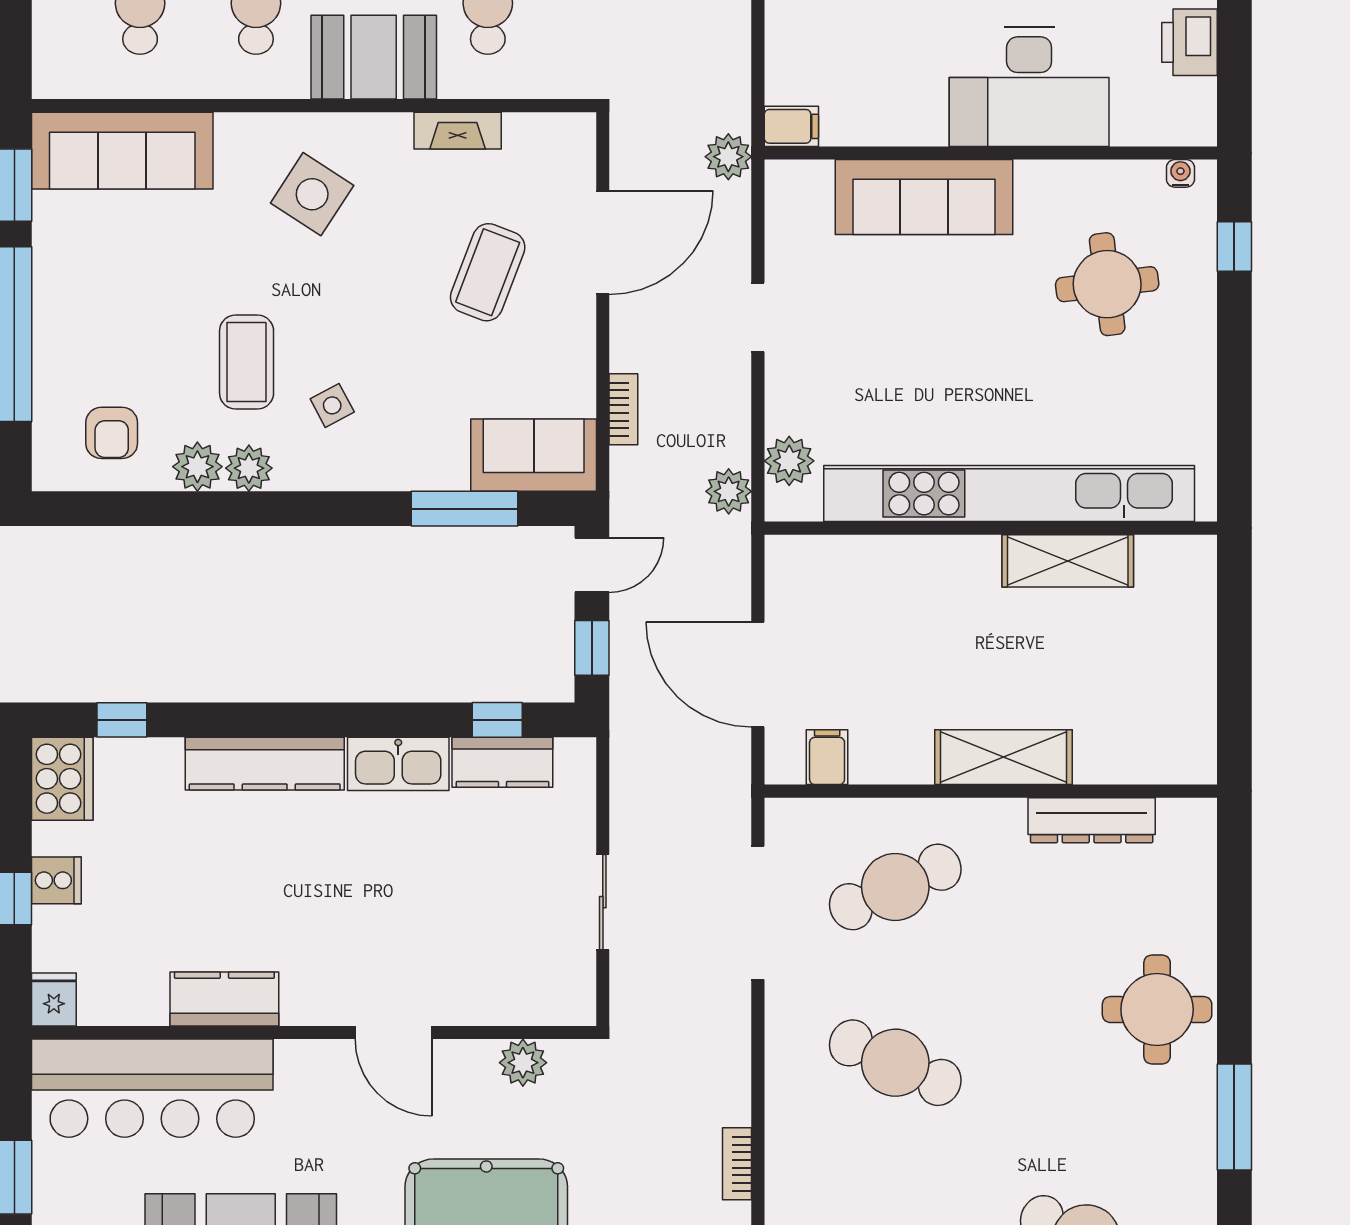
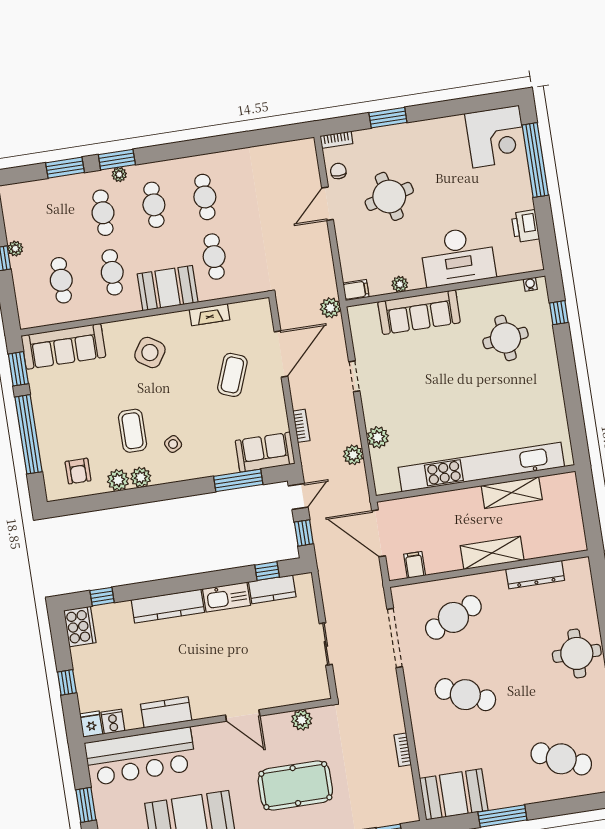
plant: (891, 128) -> (400, 284), added
kitchen unit: (1009, 494) -> (481, 467), moved
wall: (991, 528) -> (476, 483), moved
shelving: (1068, 561) -> (512, 493), moved
cooker: (56, 880) -> (113, 722), moved, turned -90

